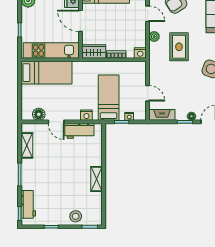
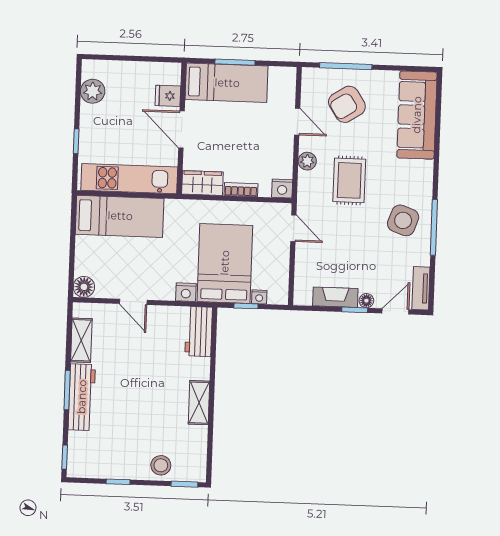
door: (148, 93) -> (293, 228), moved
bed: (109, 98) -> (225, 263), width x1.50
floor lamp: (39, 114) -> (84, 287), moved
fireplace: (162, 115) -> (335, 297), moved
workbench: (79, 131) -> (199, 332), moved, turned 90
workbench: (28, 204) -> (82, 397), moved, width x1.38

